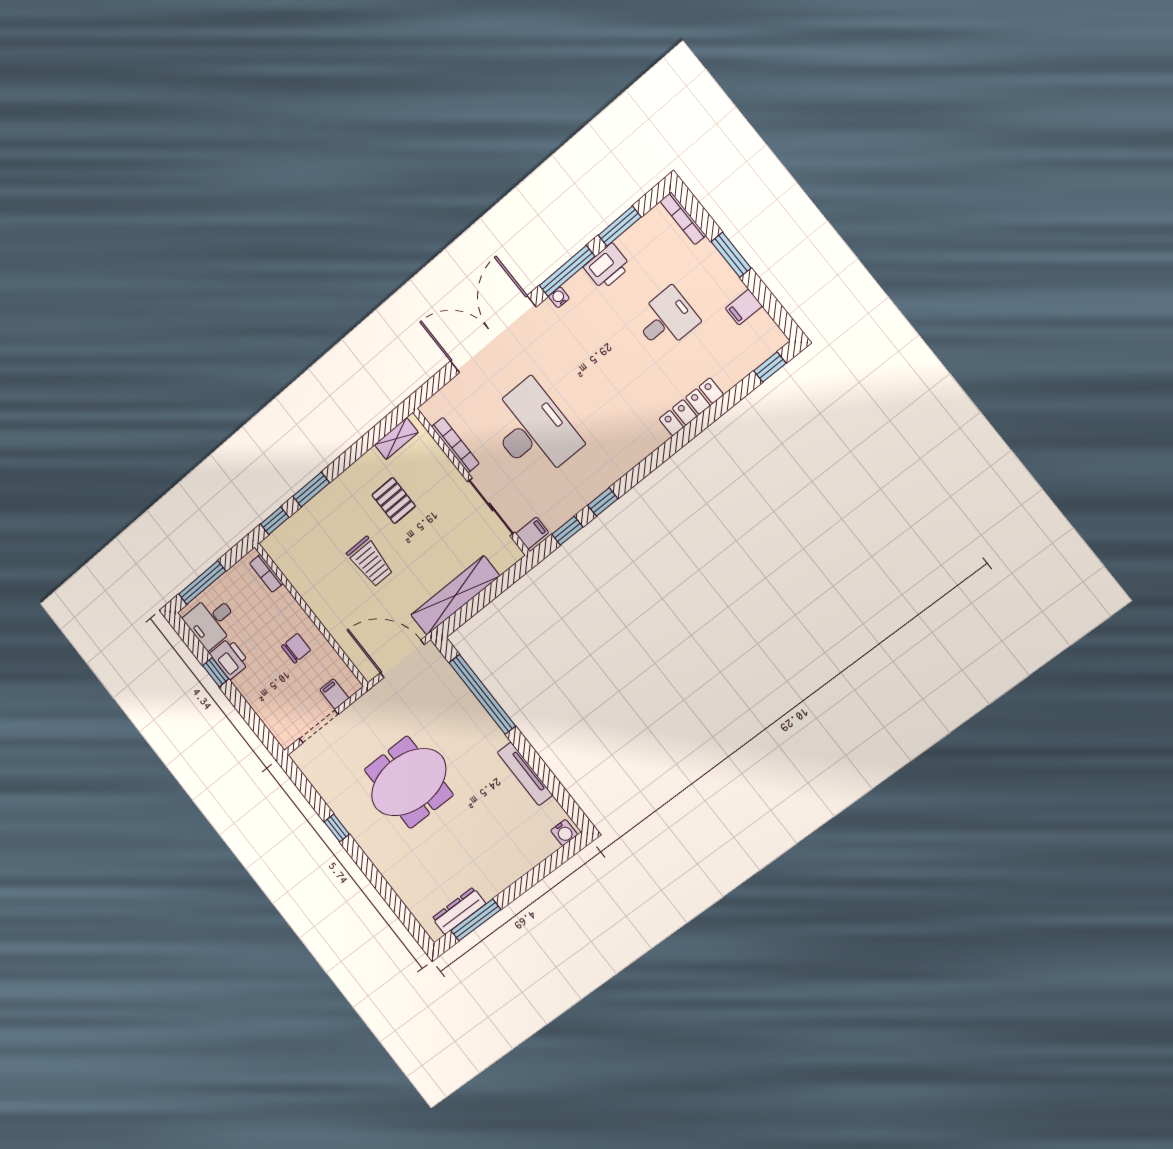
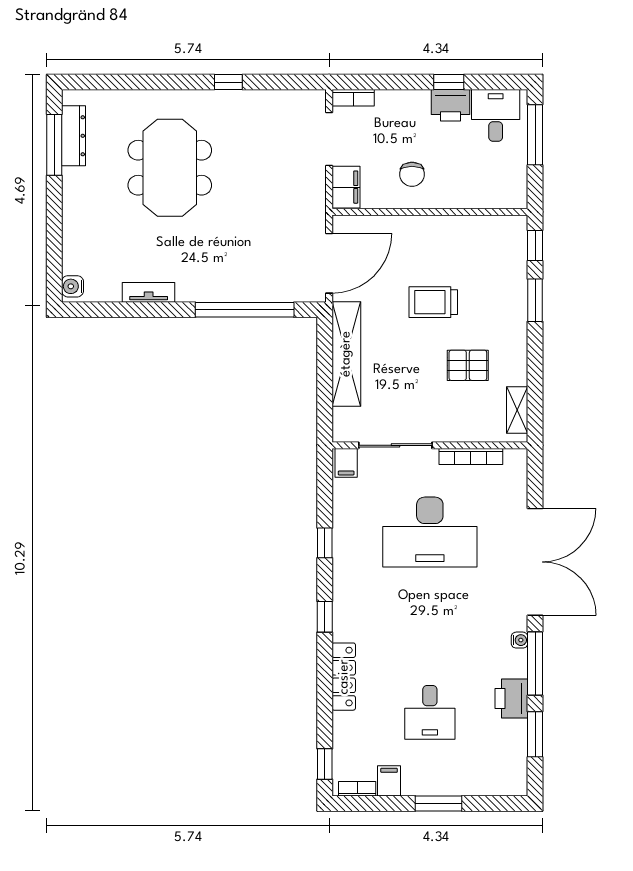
bookcase: (683, 218) -> (357, 789), moved, width x0.64
window: (567, 531) -> (325, 617), moved
bookcase: (266, 573) -> (353, 98), moved, turned 180
filing cabinet: (334, 694) -> (346, 187), width x2.00
tv unit: (525, 774) -> (149, 292), width x0.71
meeting table: (409, 782) -> (170, 168), moved

